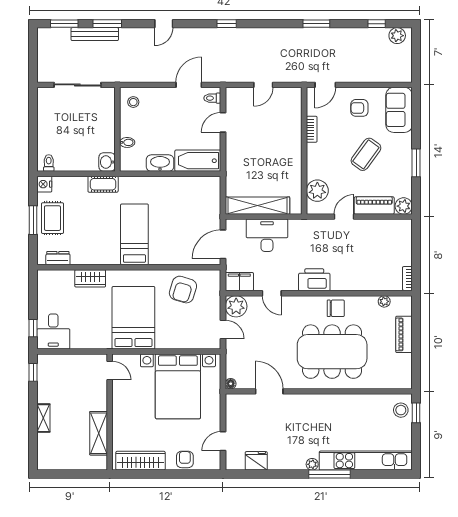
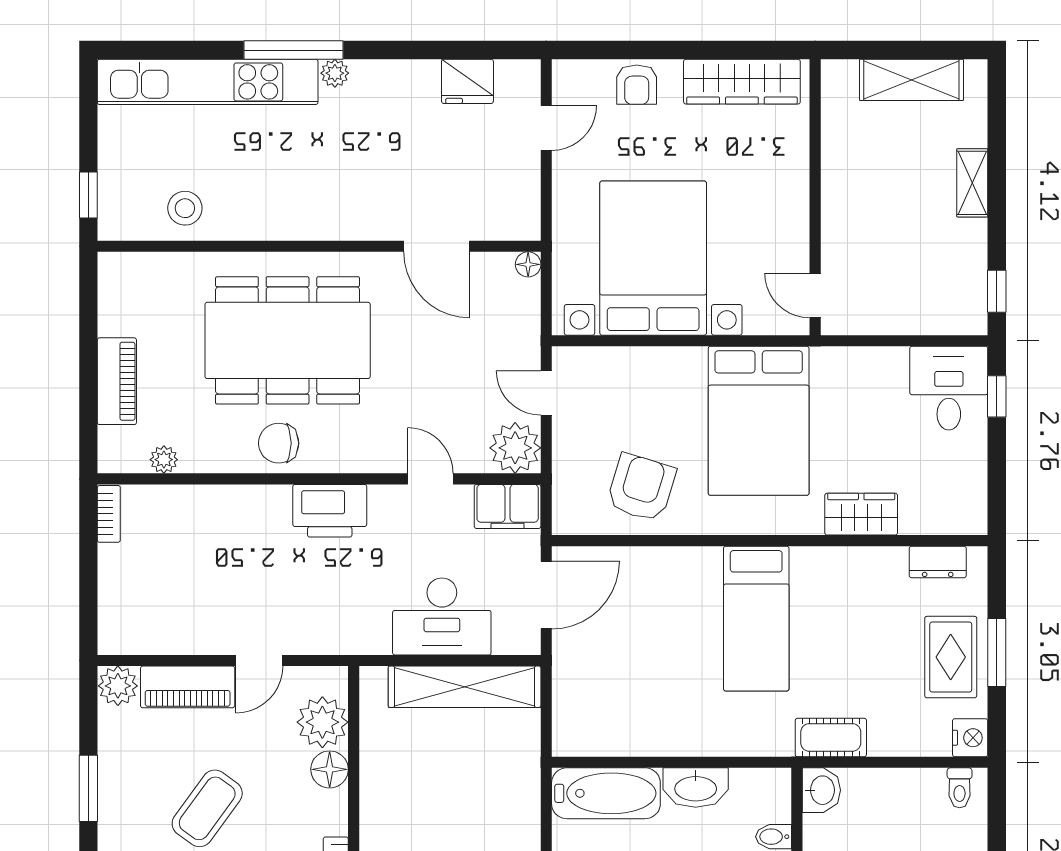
floor lamp: (314, 171) -> (330, 769), added
stool: (401, 410) -> (185, 208), moved
shelving: (99, 433) -> (911, 80), moved, turned 90

